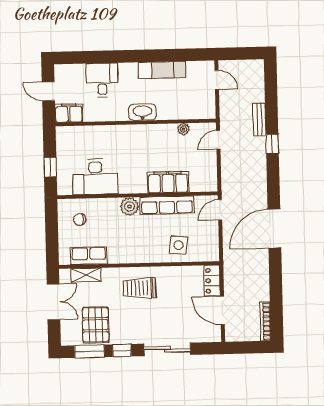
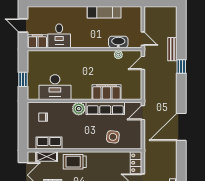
desk: (102, 80) -> (59, 36), moved, turned 180
door: (217, 80) -> (143, 39), moved
washbasin: (142, 112) -> (118, 42), moved
trolley: (140, 288) -> (75, 162), moved

